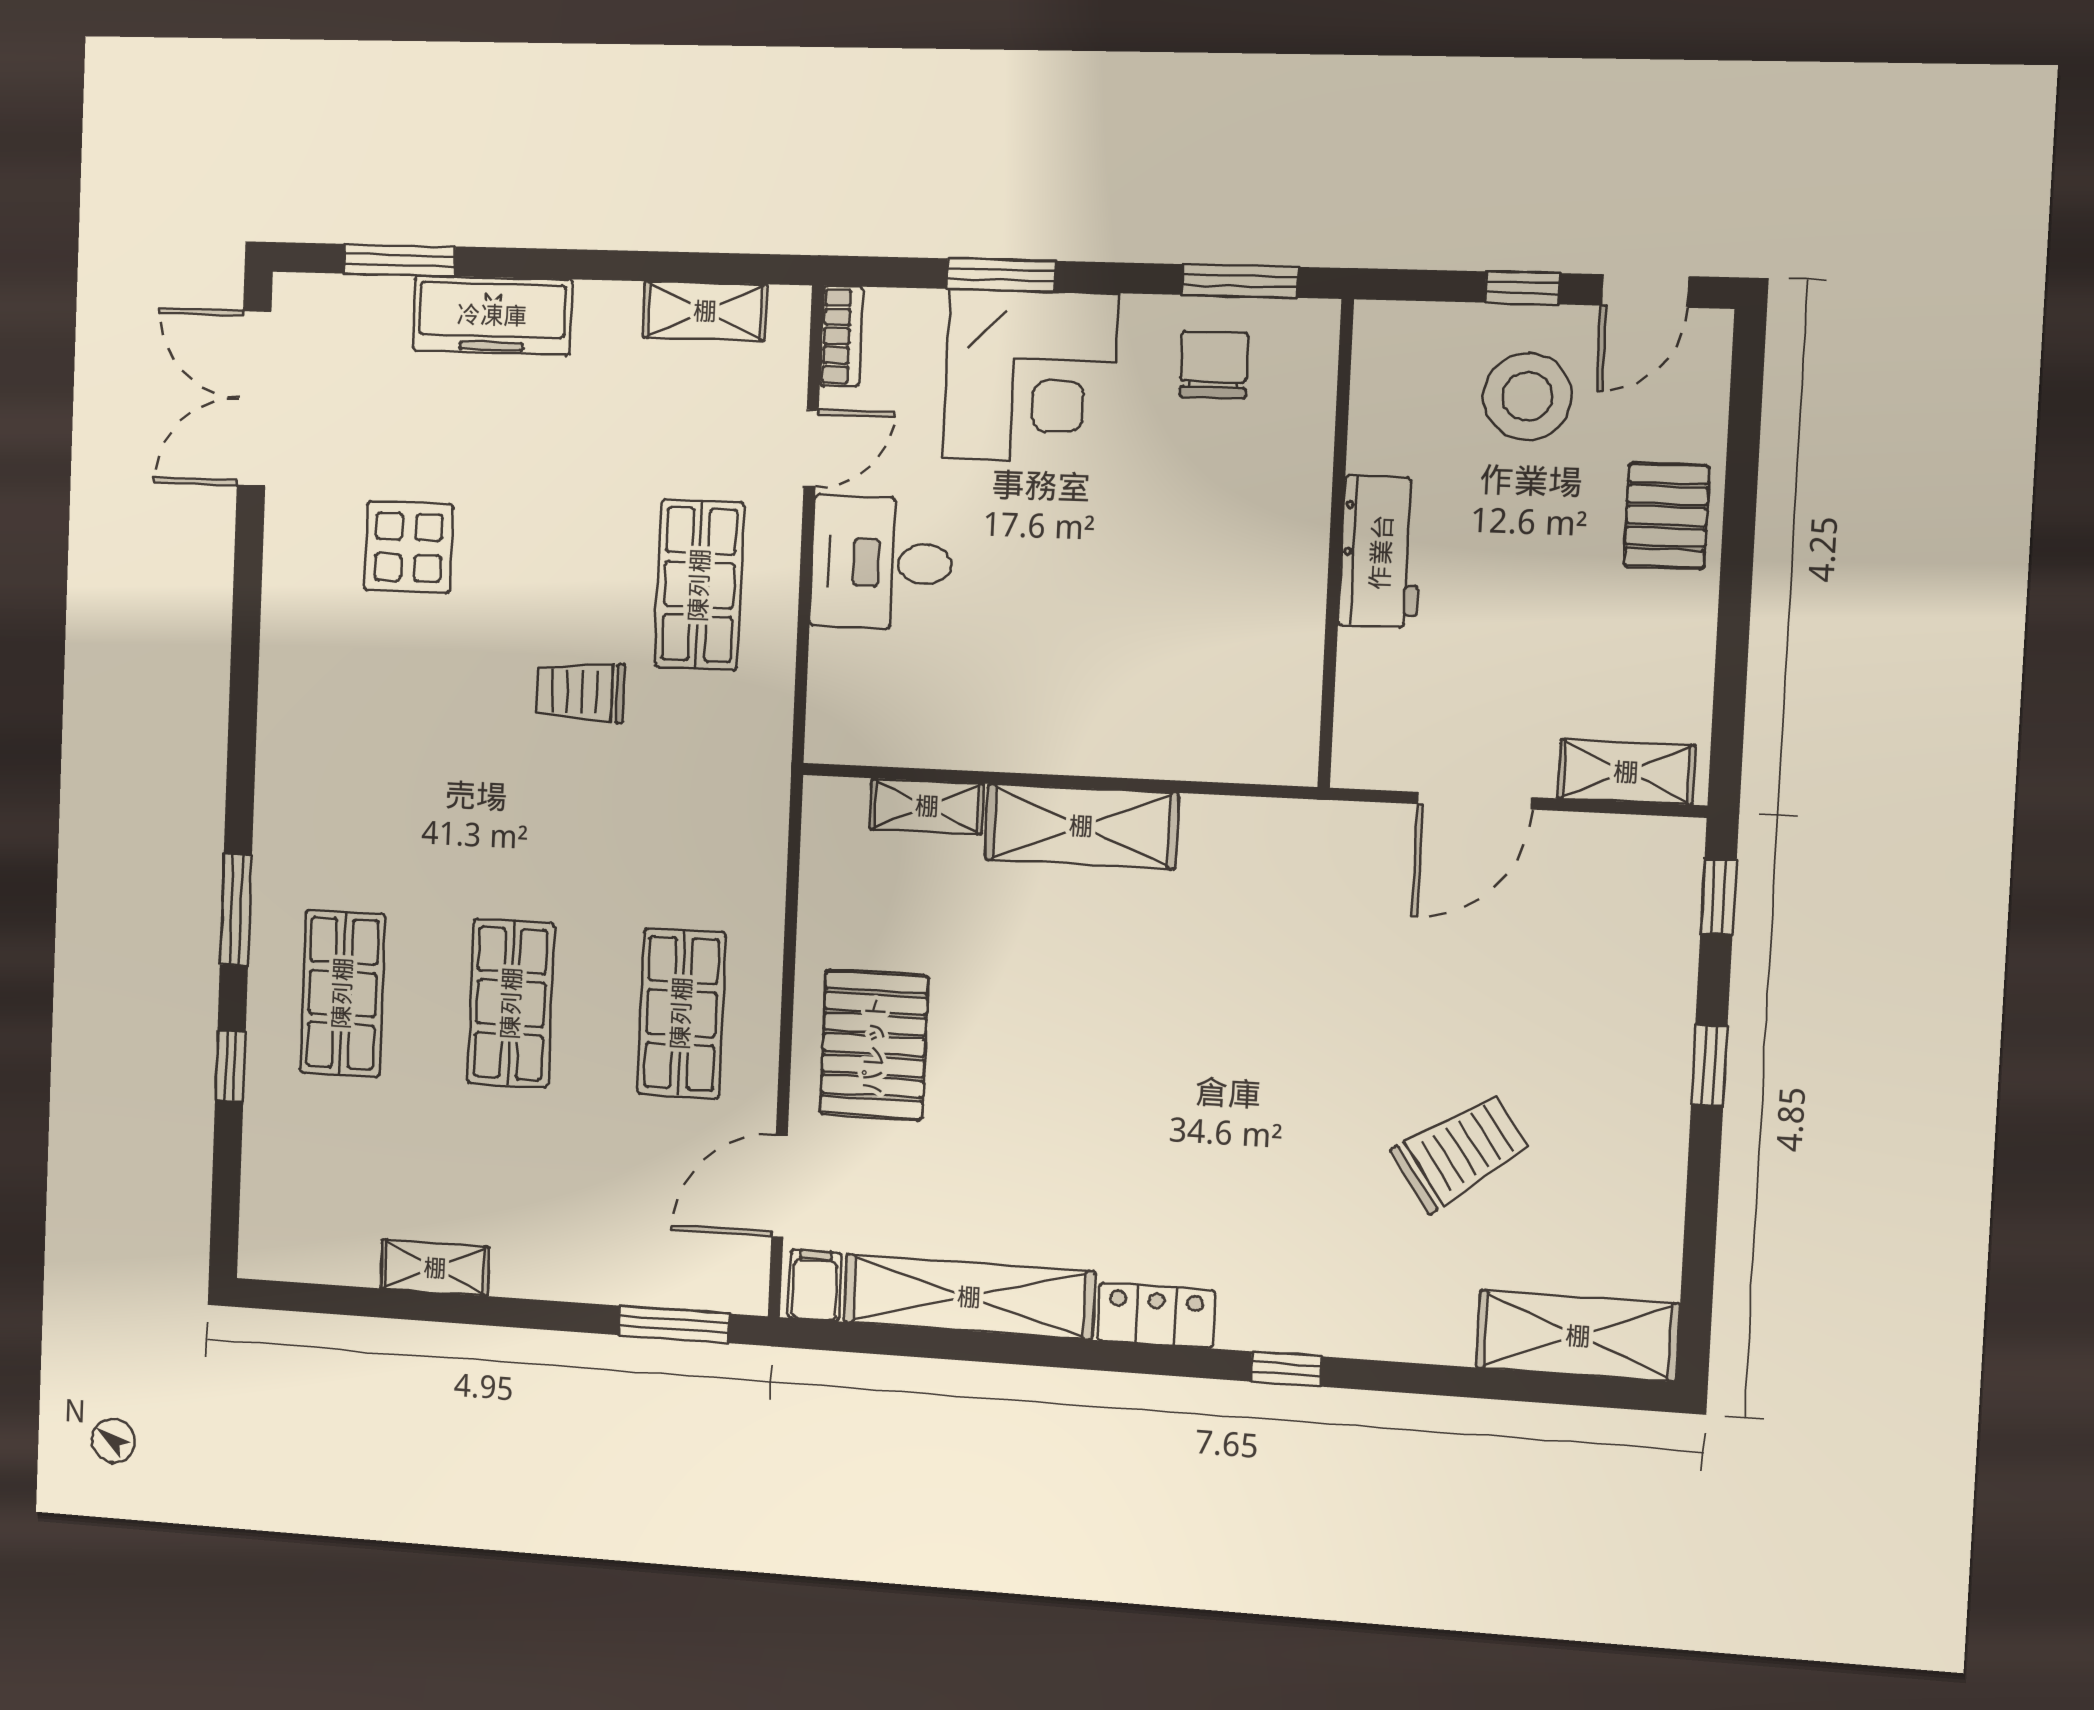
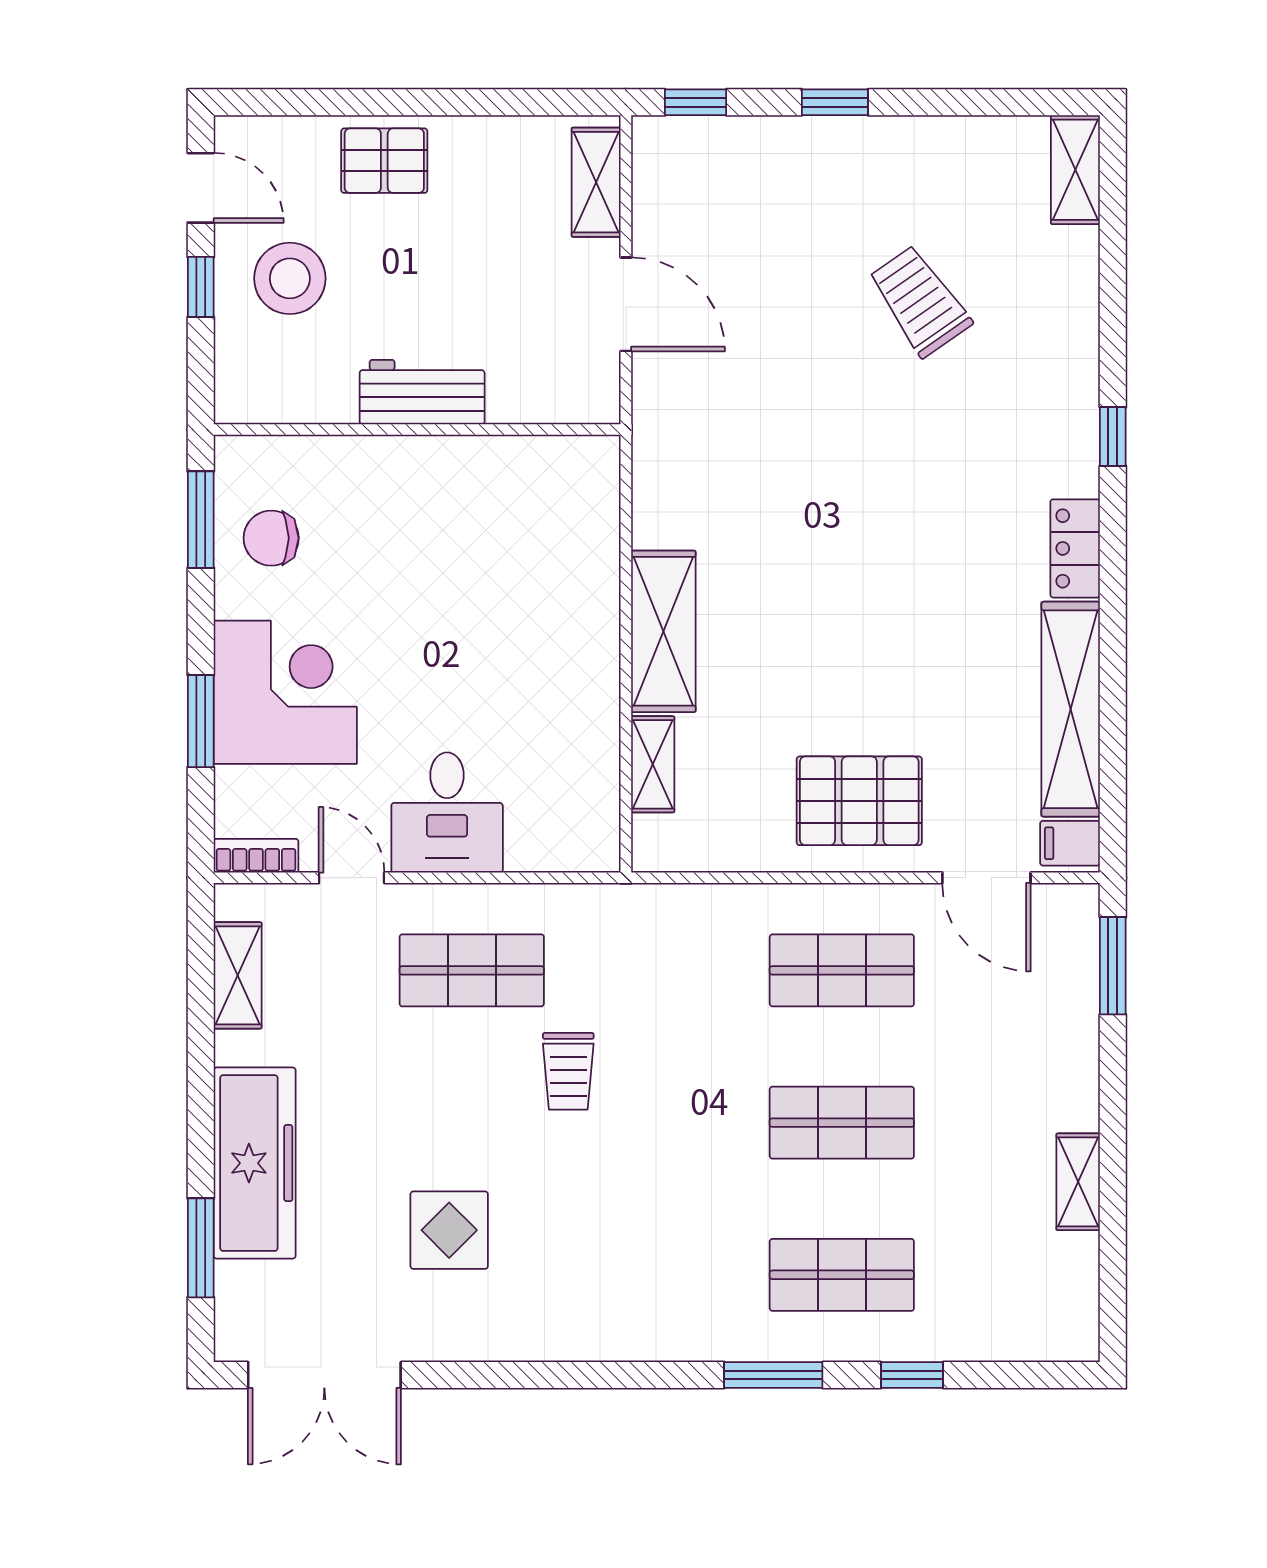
freezer: (492, 315) -> (255, 1163), width x1.36, depth x1.26
shelving: (1578, 1336) -> (1075, 170), width x0.67, depth x0.75

